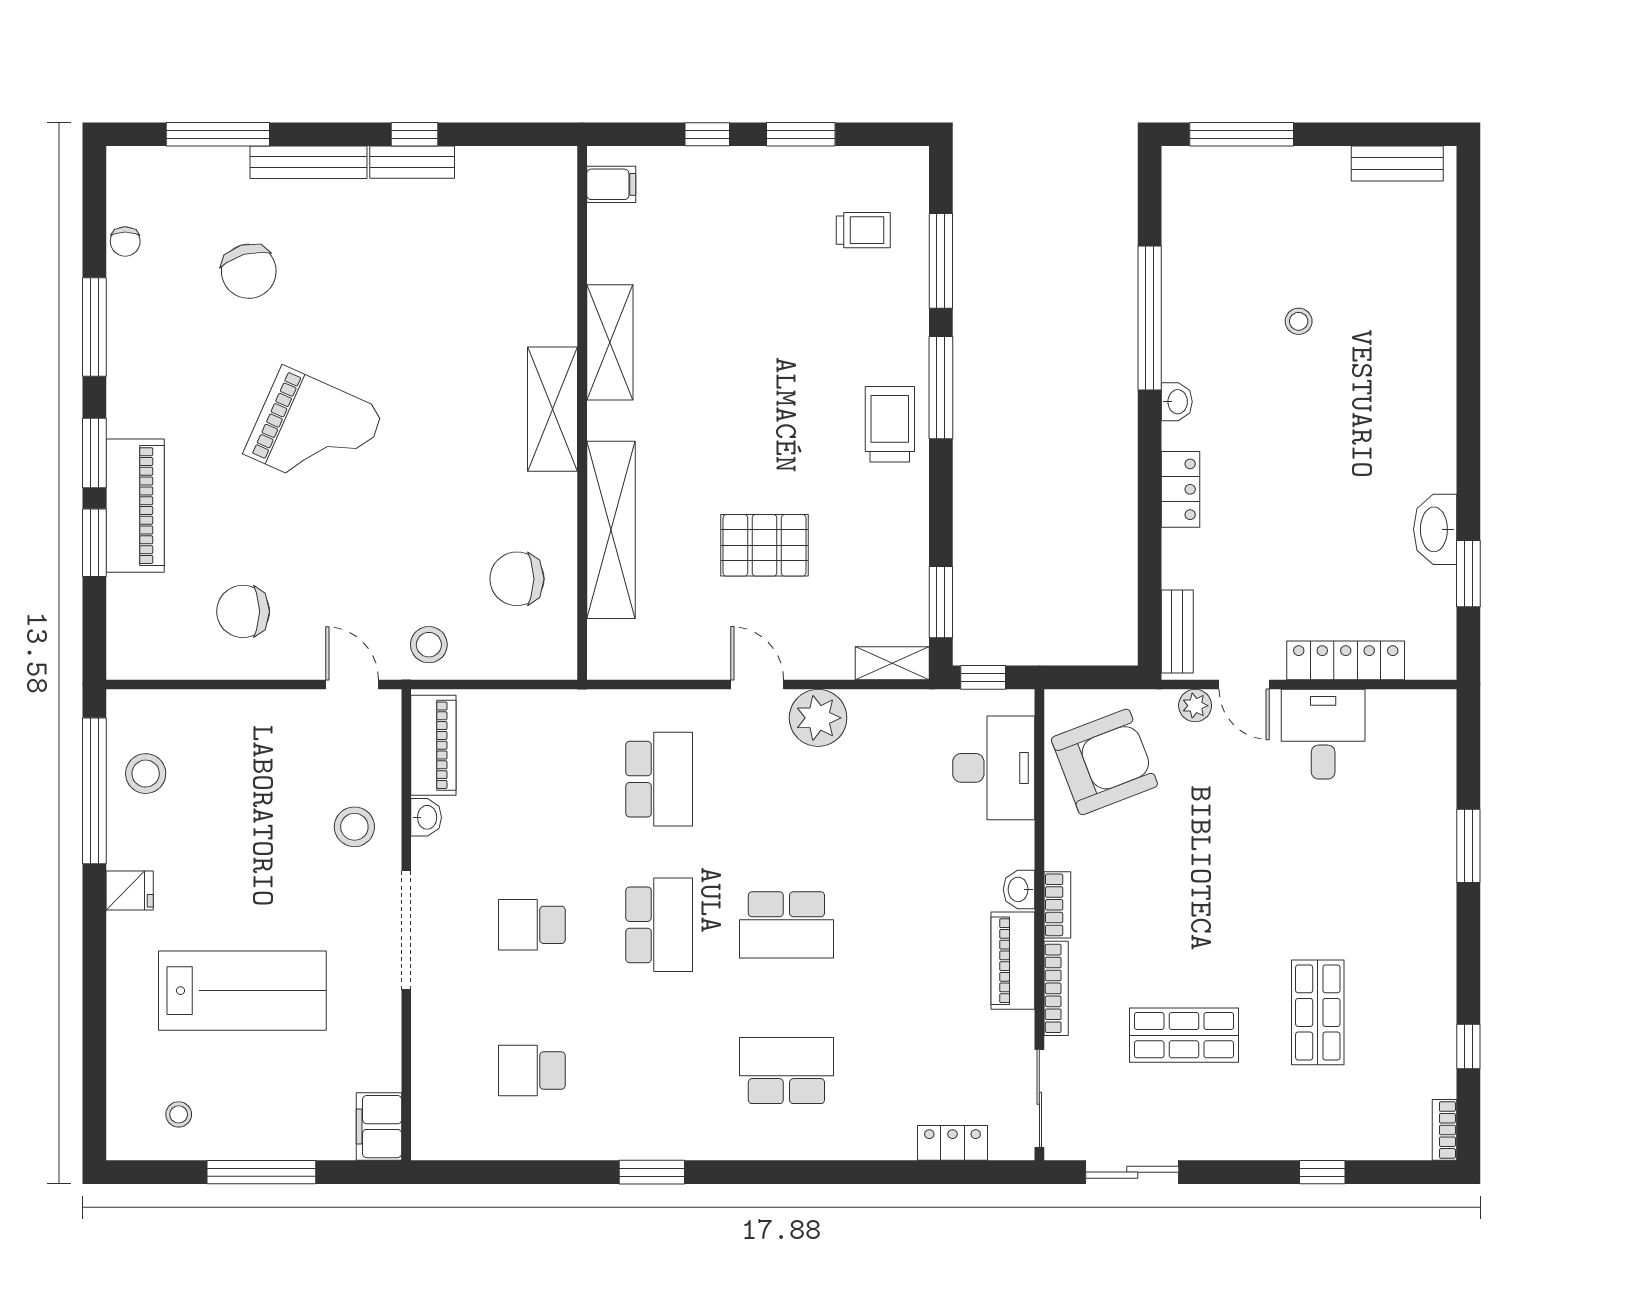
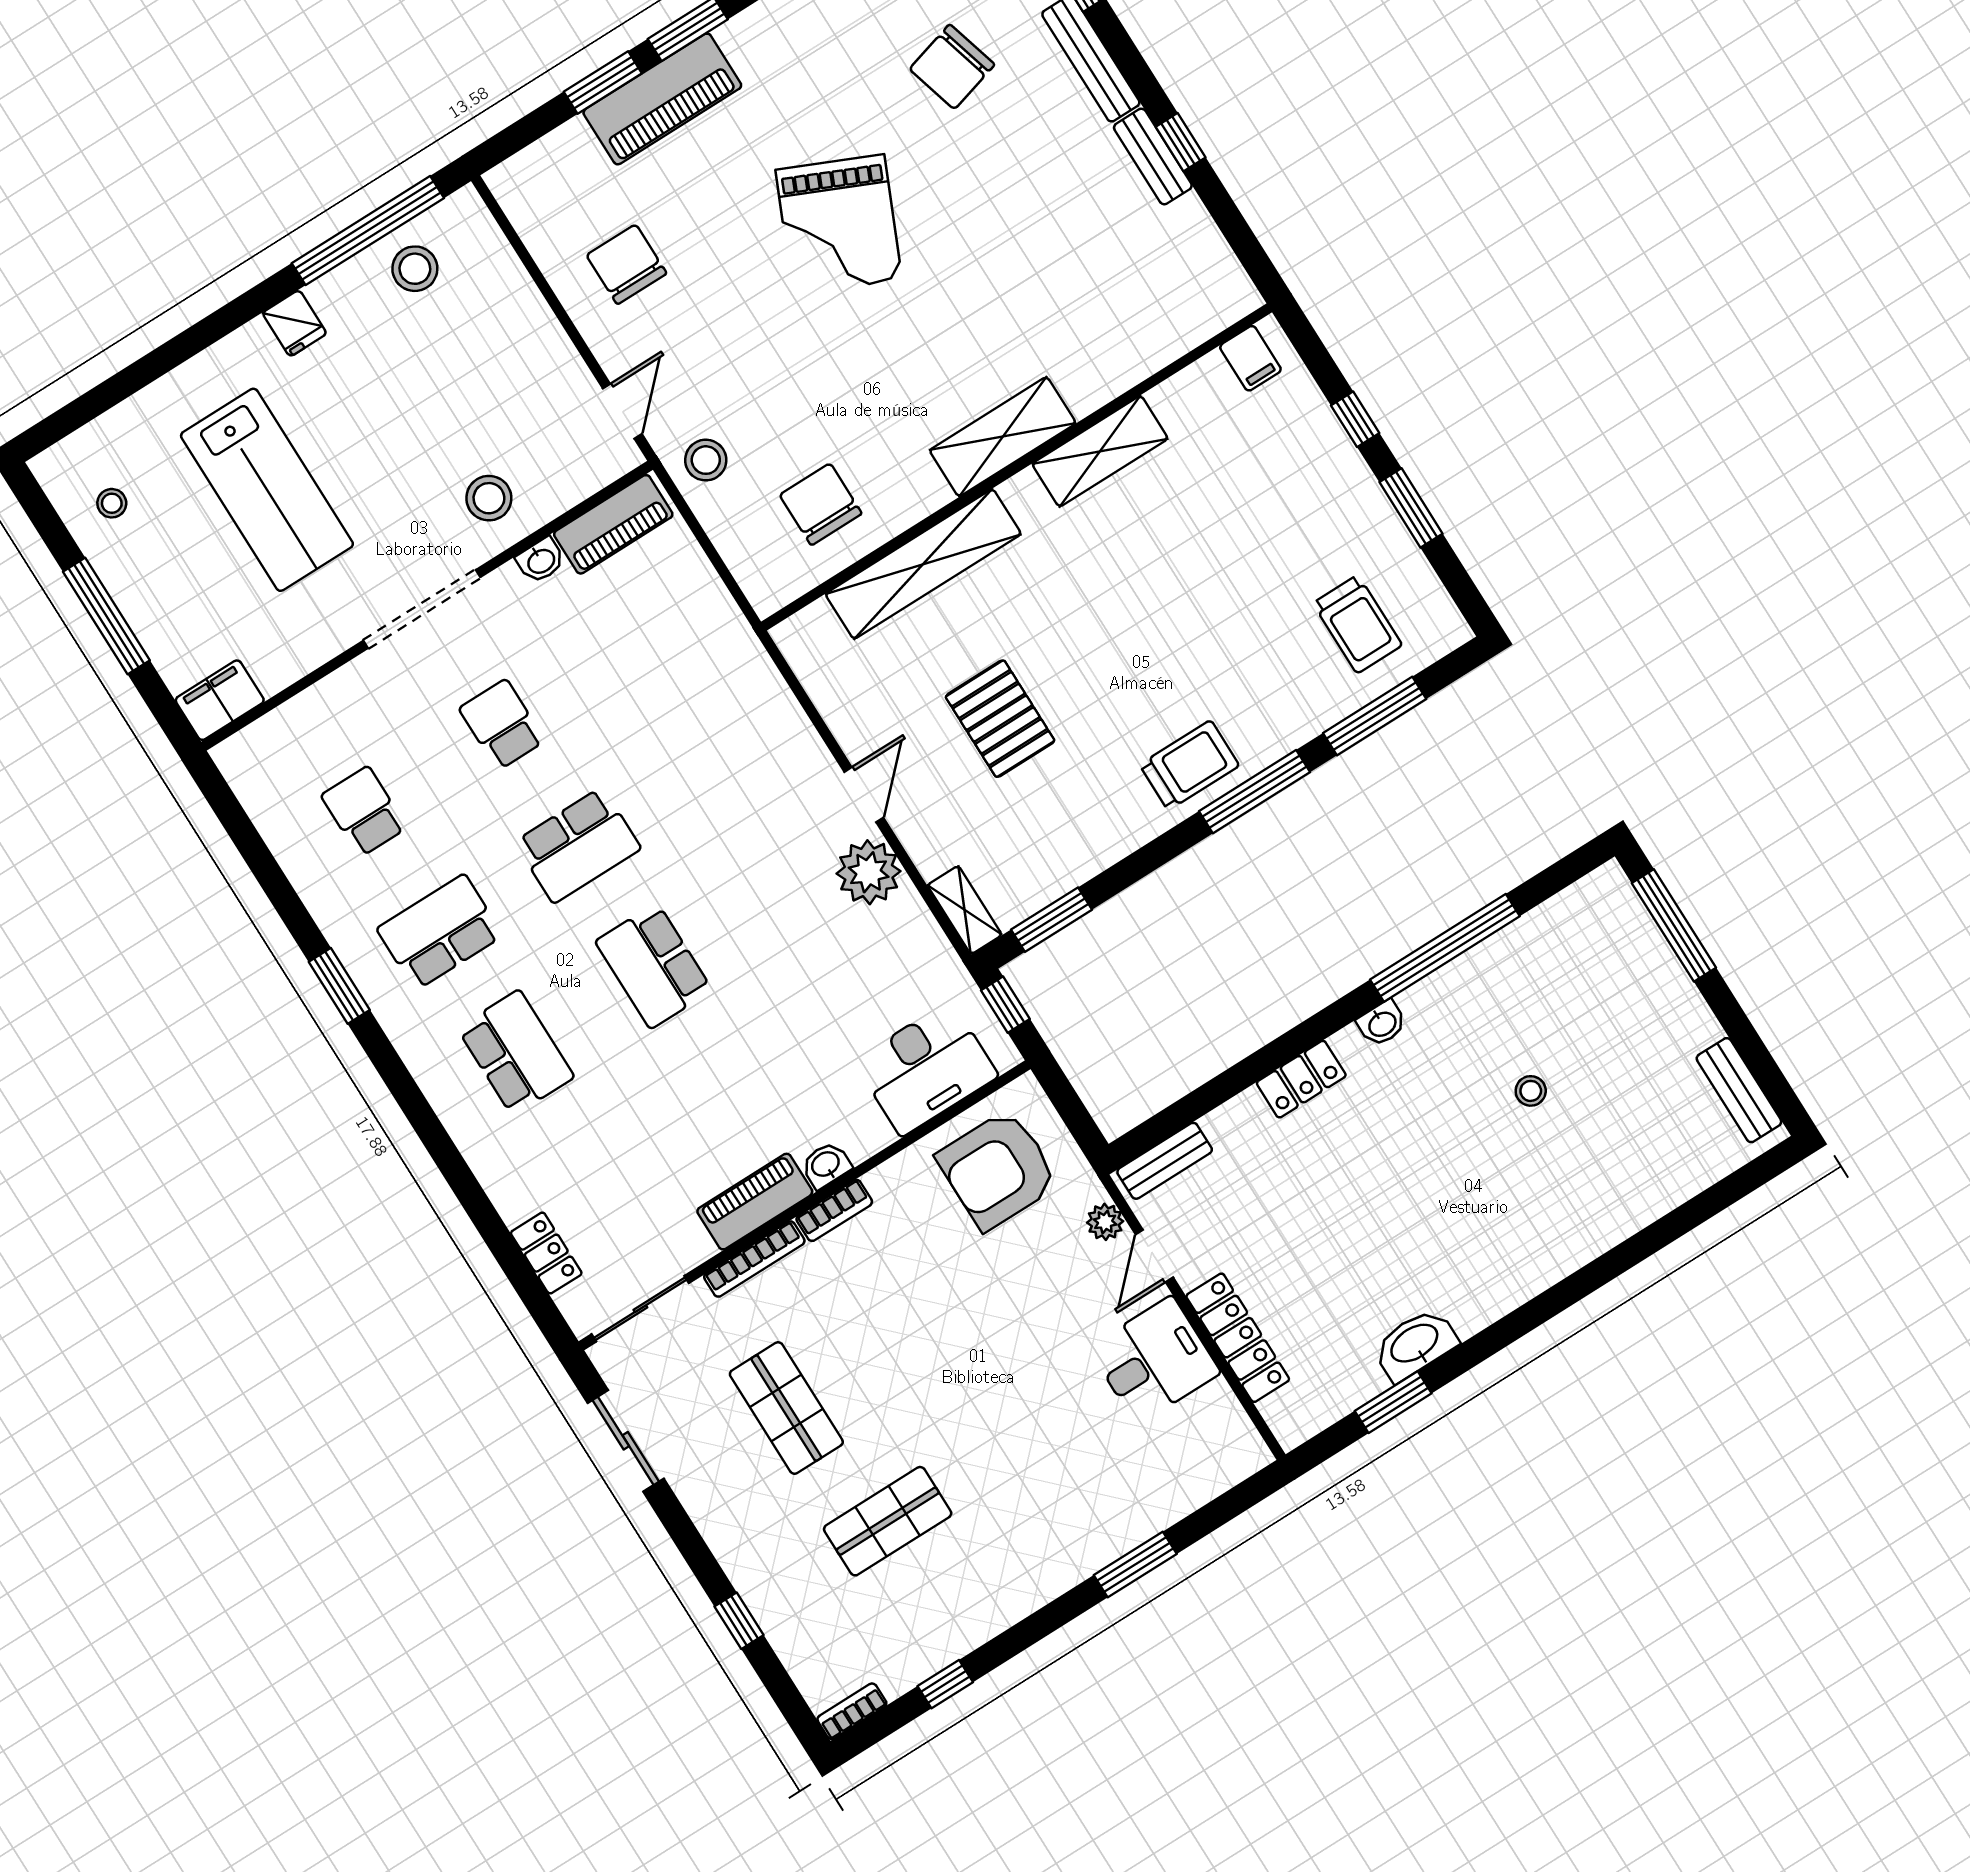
trolley: (863, 230) -> (1357, 624), width x1.36, depth x1.39
armchair: (1104, 762) -> (998, 1170), turned 111
school desk: (659, 779) -> (440, 932), moved, turned 180

